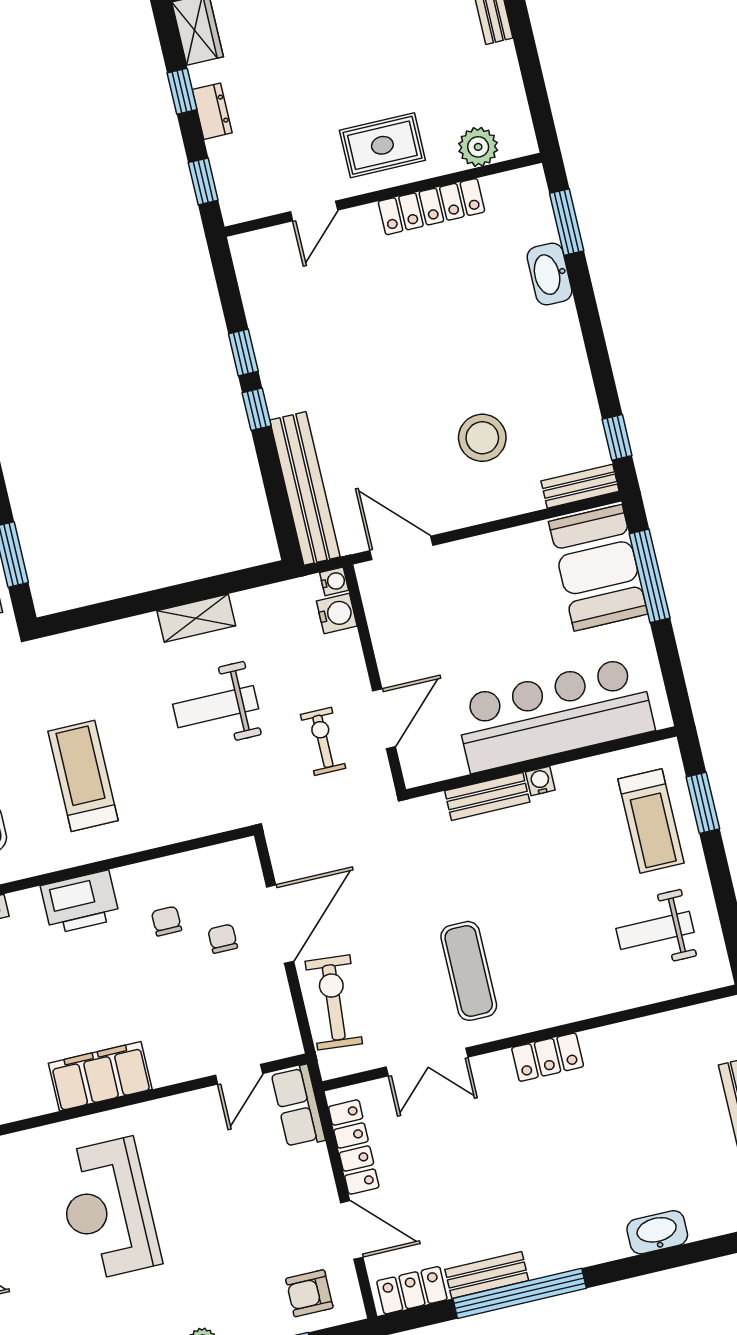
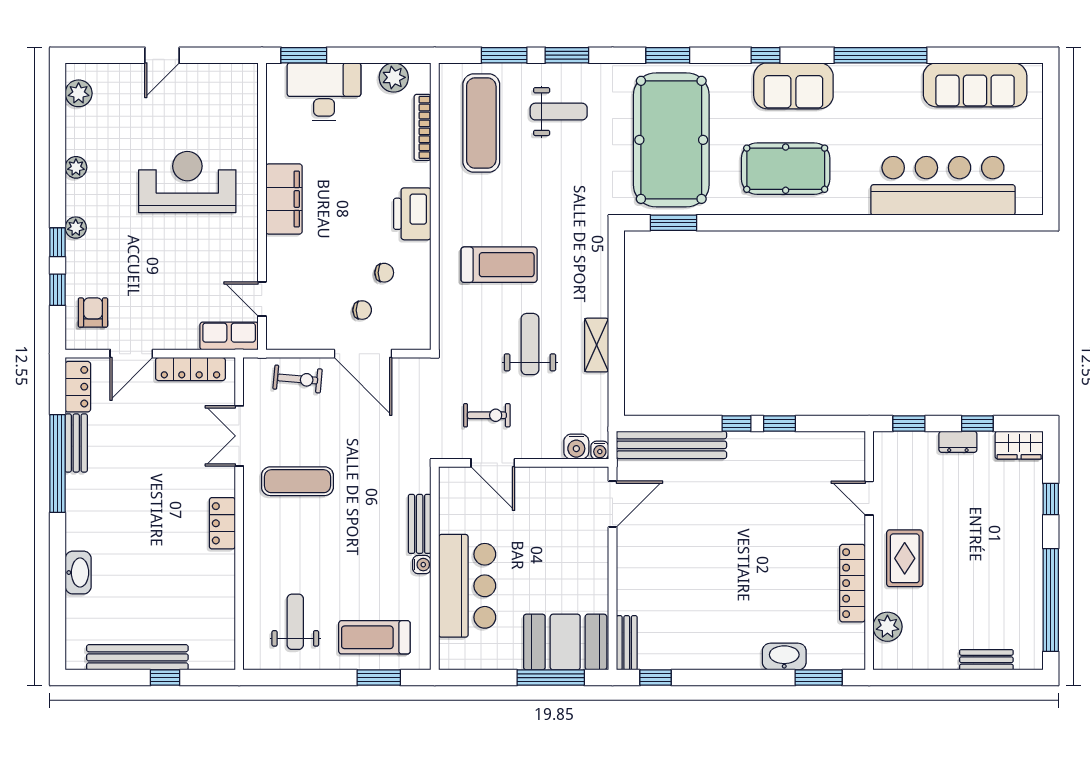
stool: (482, 438) -> (678, 581), removed
bar counter: (554, 715) -> (467, 586), width x0.73
treadmill: (83, 776) -> (499, 265), moved
exercise bike: (334, 1002) -> (298, 379), width x0.73, depth x0.72

